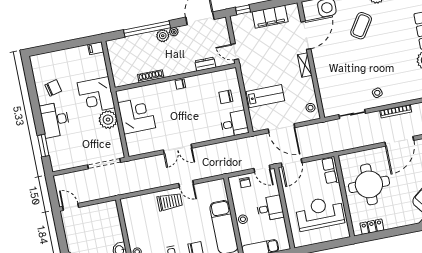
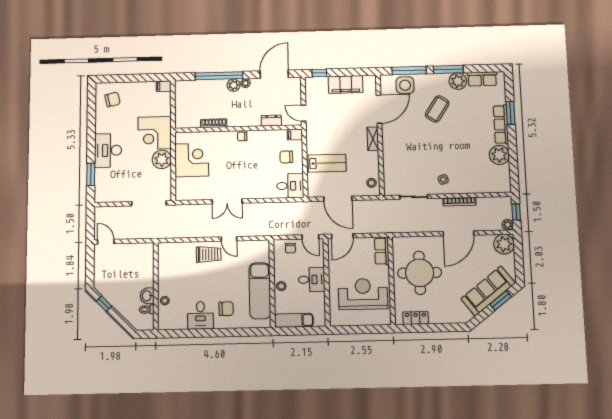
filing cabinet: (230, 74) -> (295, 135), added
chair: (53, 88) -> (113, 99), moved

